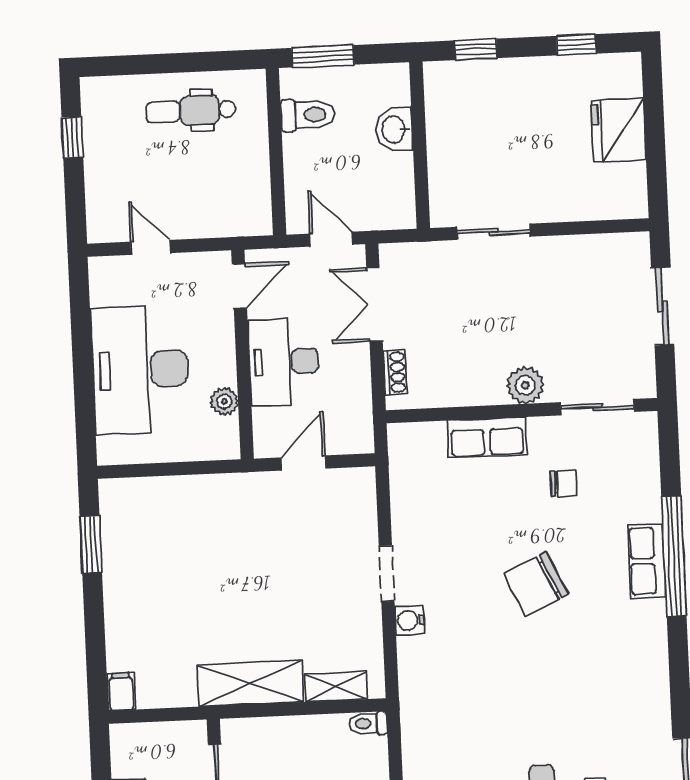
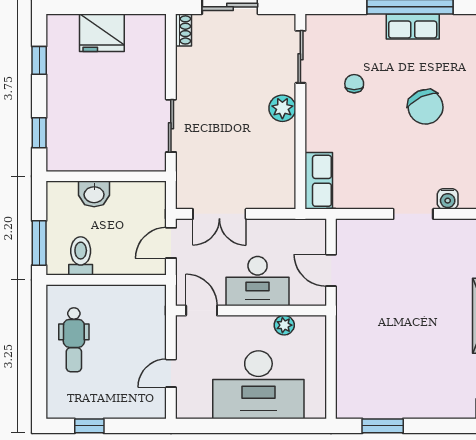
shoe rack: (395, 372) -> (183, 30), moved, turned 90
row of seats: (487, 438) -> (319, 181), moved

